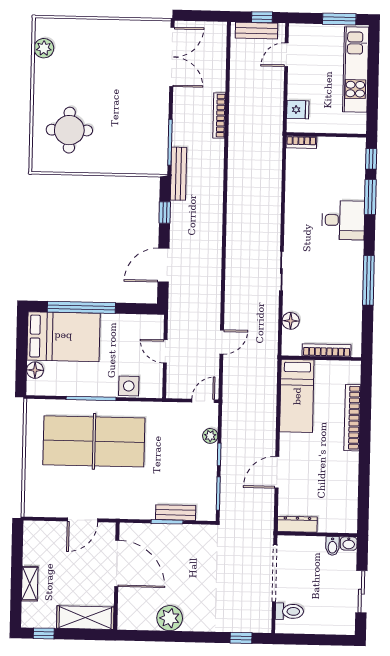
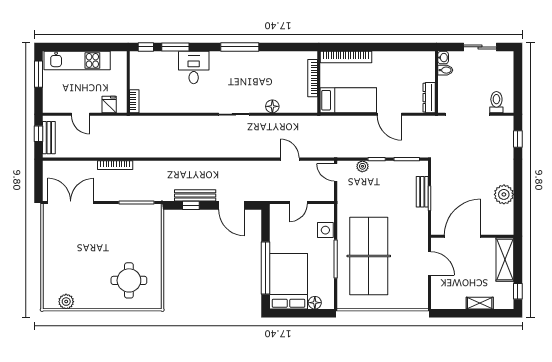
door: (286, 55) -> (80, 114), moved
bench: (178, 174) -> (195, 195), moved
bookcase: (327, 350) -> (313, 78), moved
wall: (321, 358) -> (319, 82), moved
bed: (297, 396) -> (348, 100), moved

